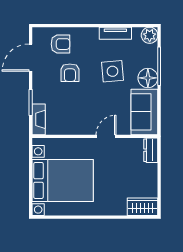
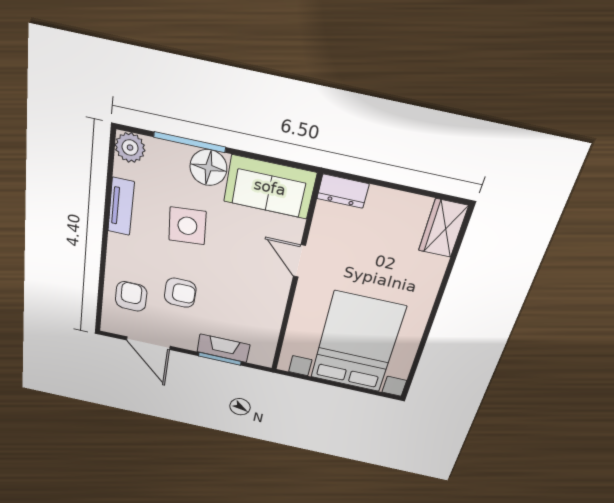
fireplace: (39, 119) -> (223, 348), moved

